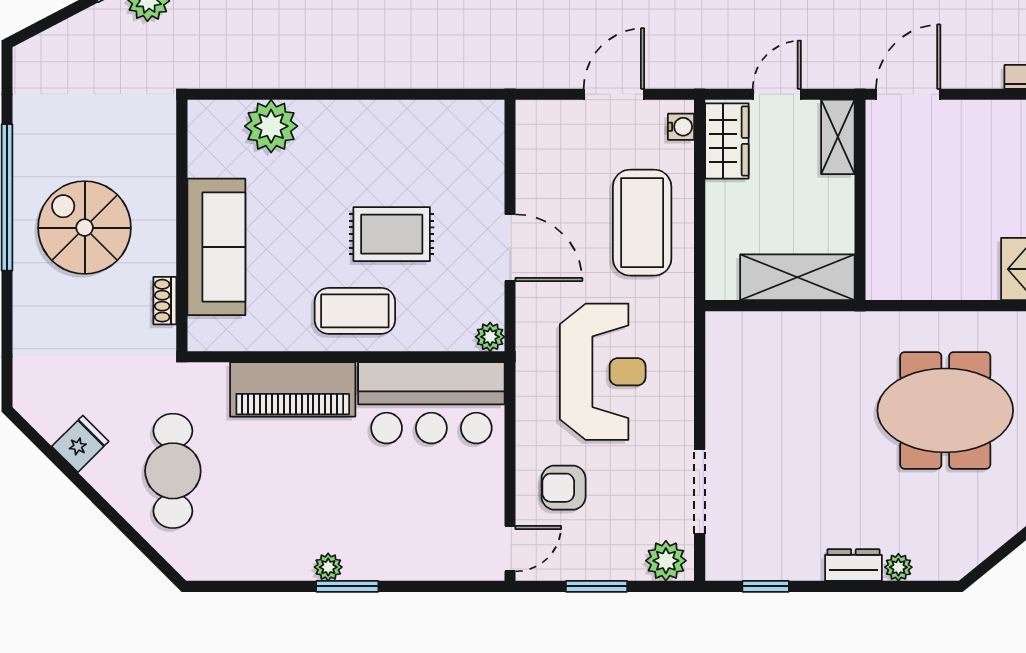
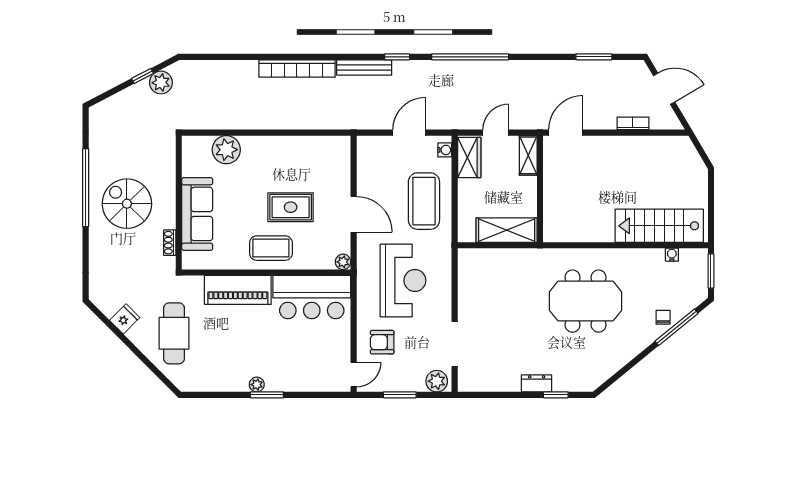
plant: (898, 567) -> (561, 385), removed
window: (766, 586) -> (556, 395), moved

